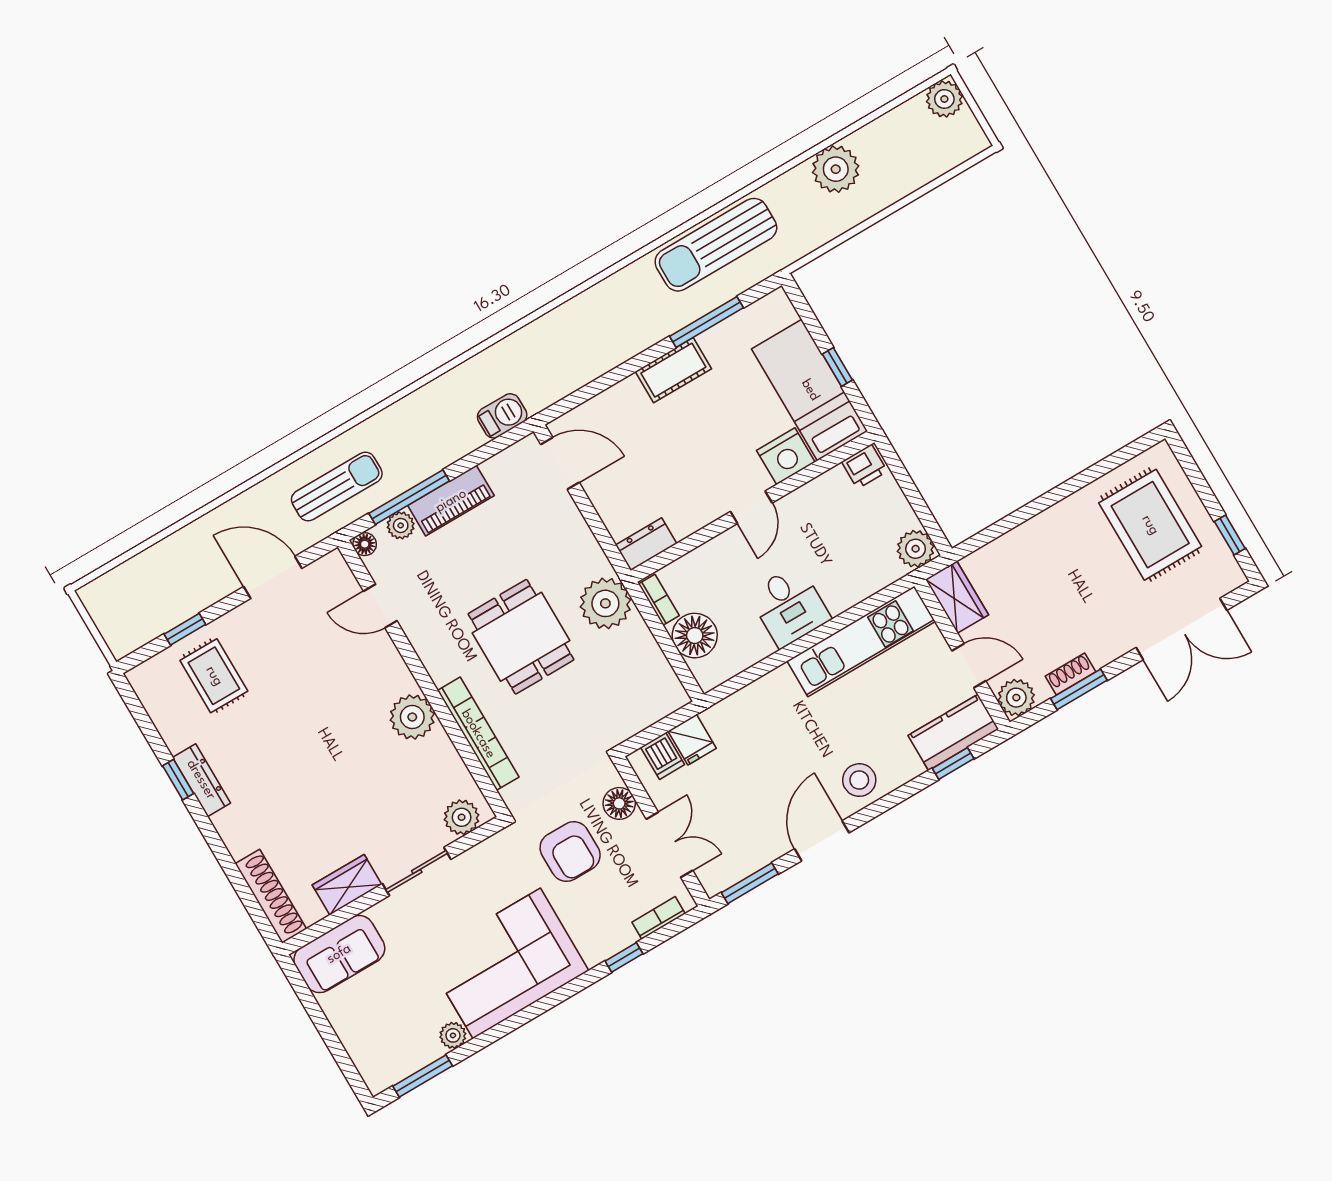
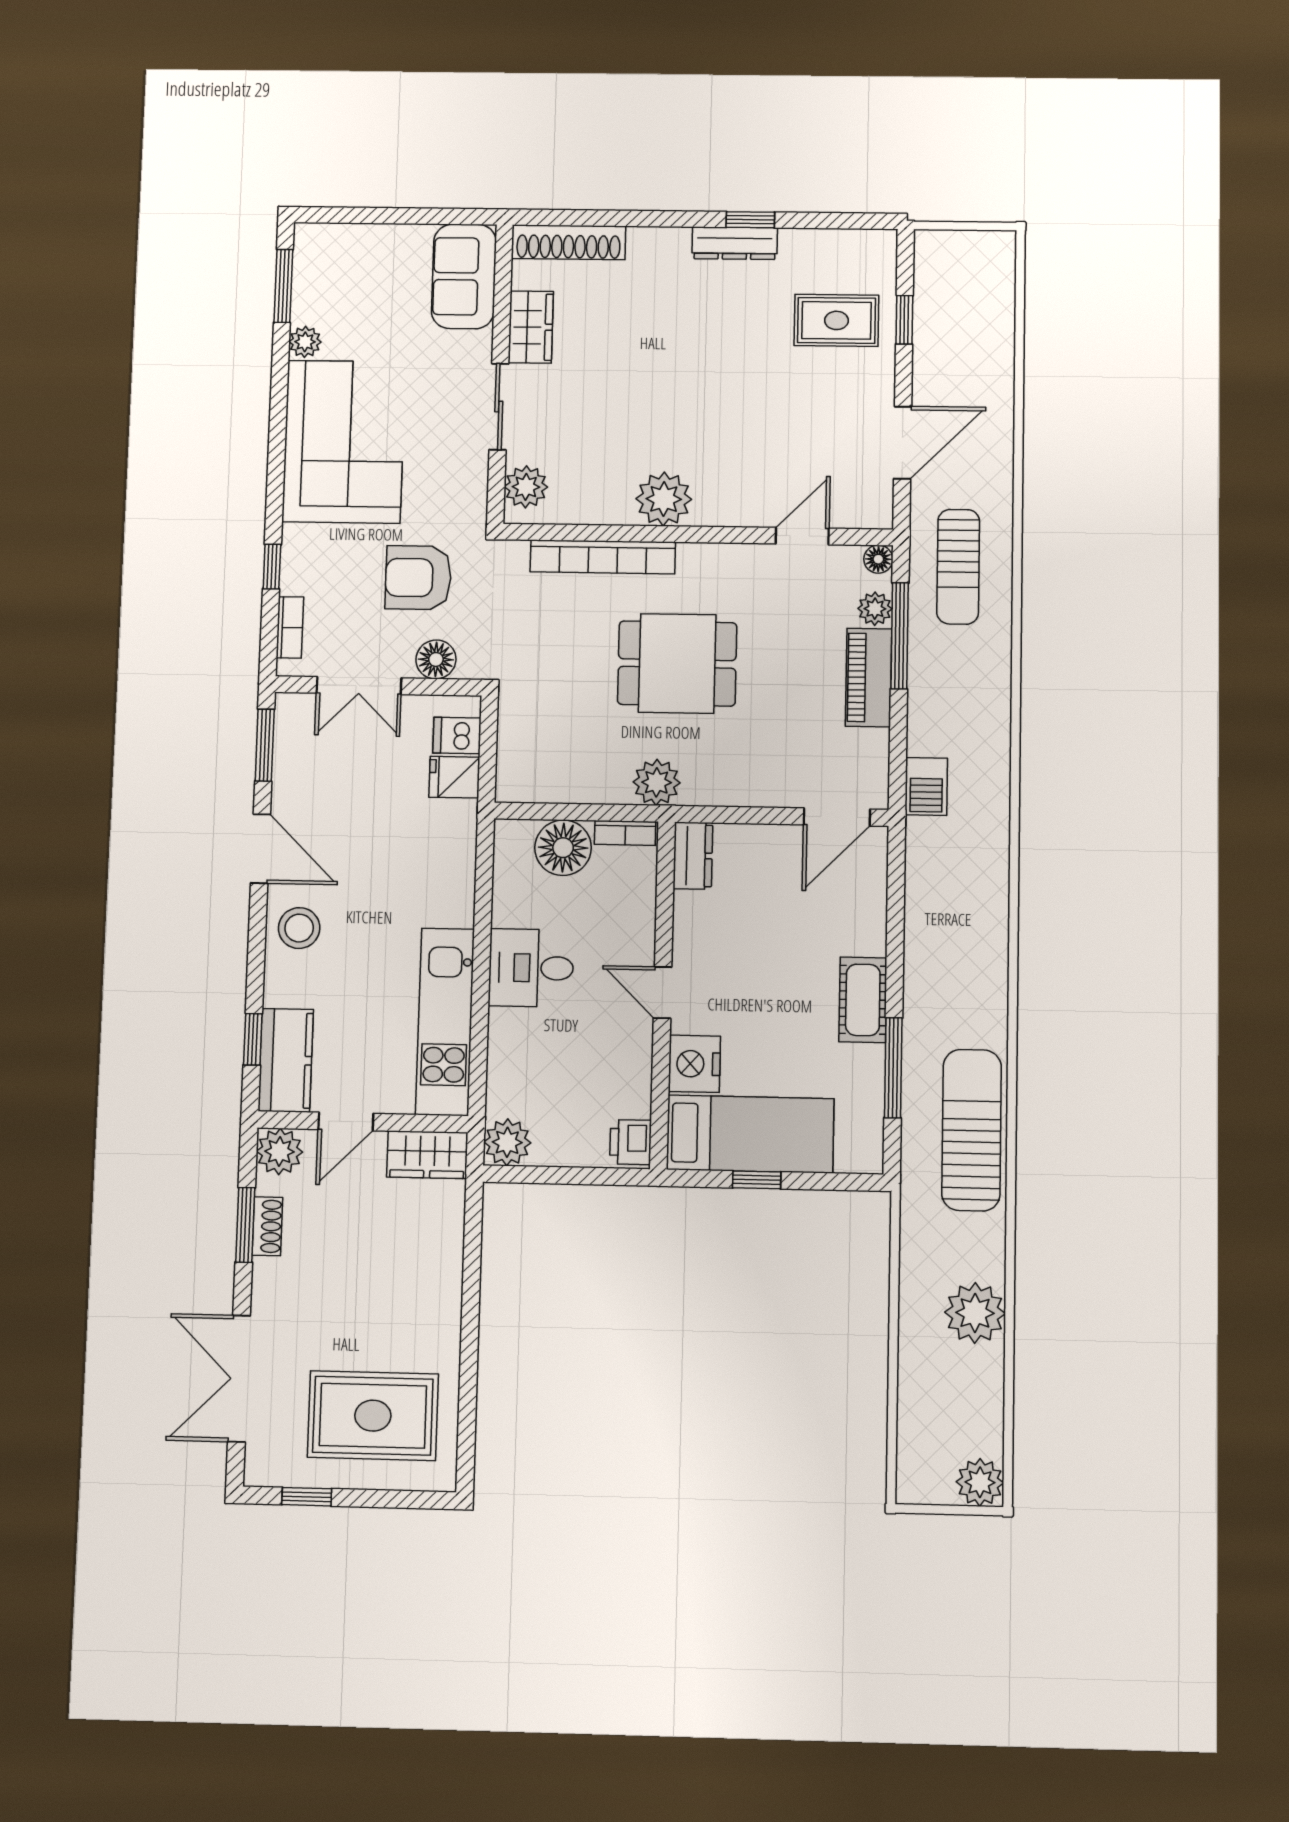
plant: (605, 603) -> (657, 782), width x0.73, depth x0.73

